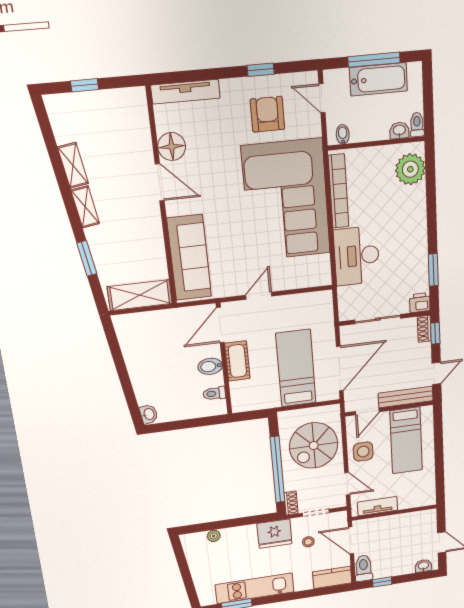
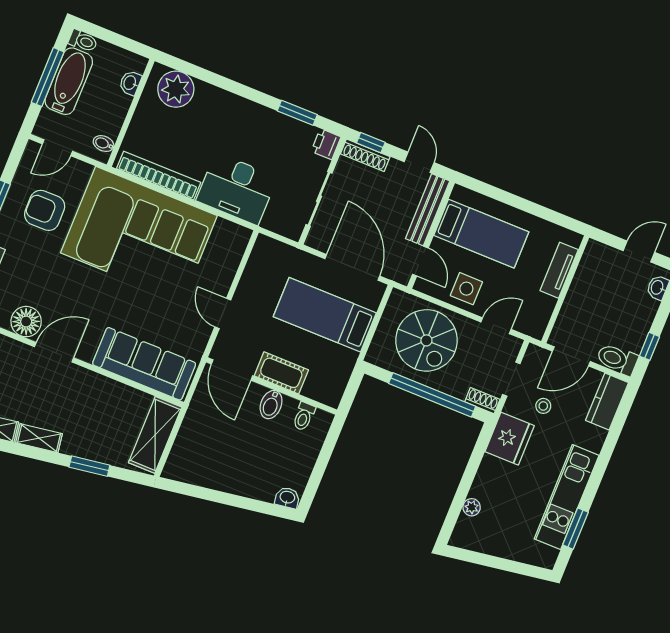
toilet: (417, 125) -> (83, 41), moved, turned 180
shoe rack: (424, 329) -> (365, 155), width x1.43
tv unit: (377, 506) -> (559, 270), moved

